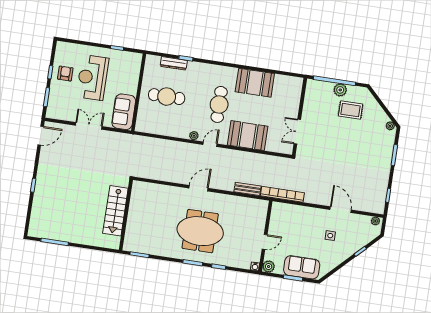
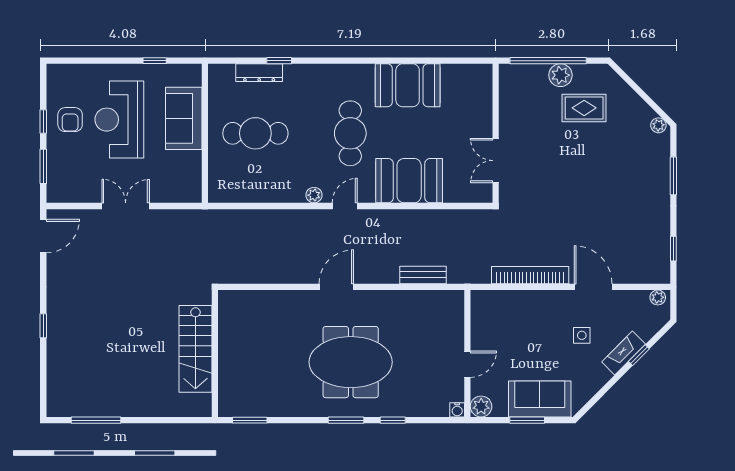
armchair: (65, 73) -> (70, 120), turned 180
sofa: (124, 112) -> (184, 118), moved
bookcase: (282, 194) -> (530, 275), moved
fireplace: (352, 249) -> (624, 353), added

